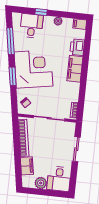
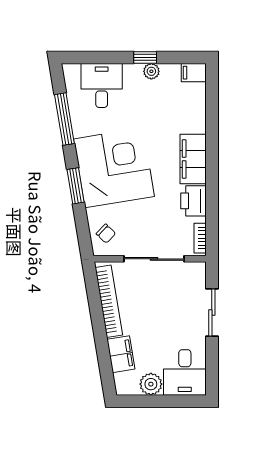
window: (41, 12) -> (145, 57), moved
printer: (77, 47) -> (193, 201), moved

